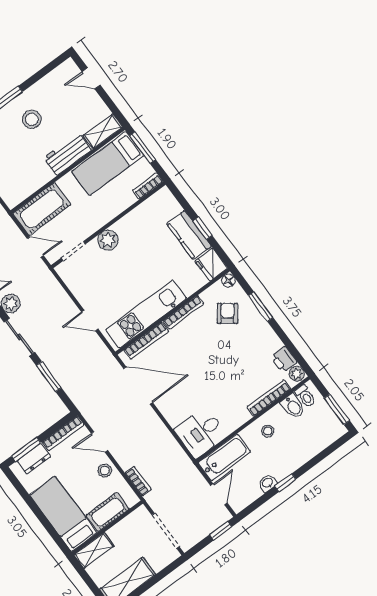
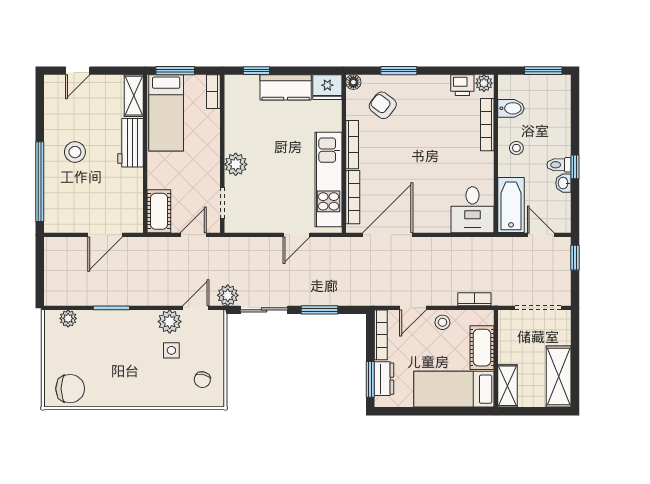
cot: (42, 209) -> (159, 211), width x0.73, depth x0.75
window: (202, 228) -> (256, 71), moved
toilet: (305, 396) -> (559, 165), moved, turned 180

